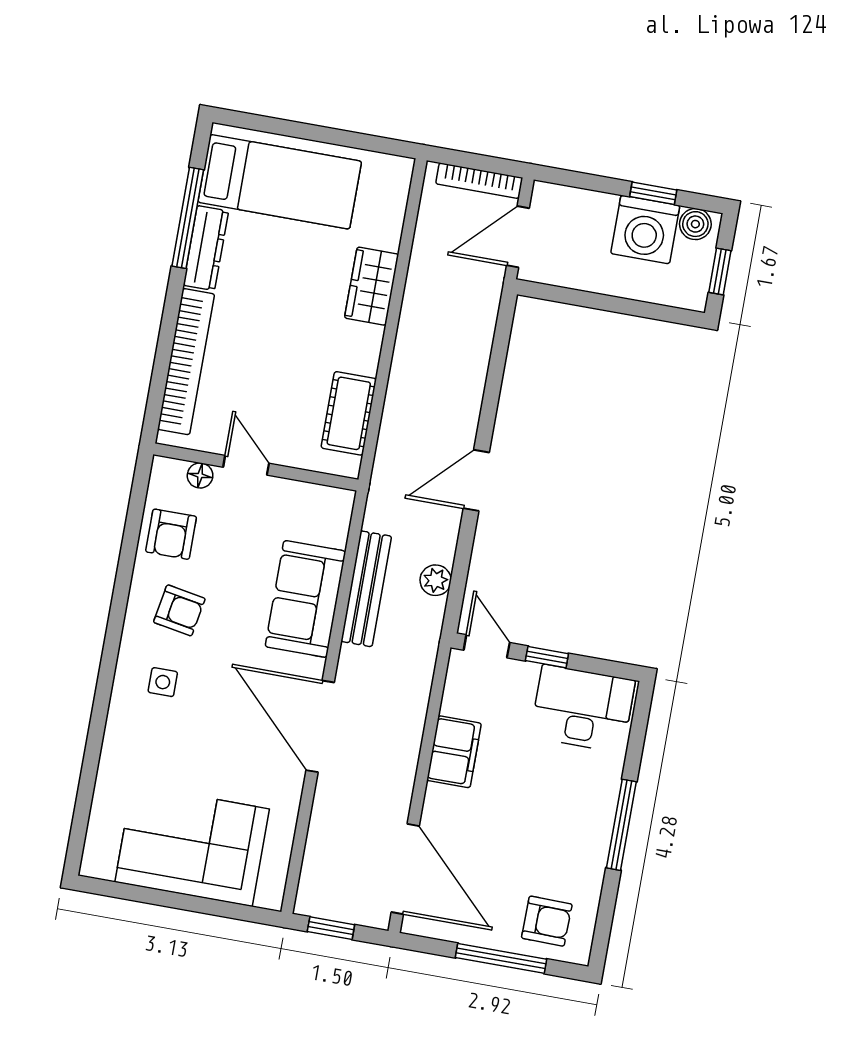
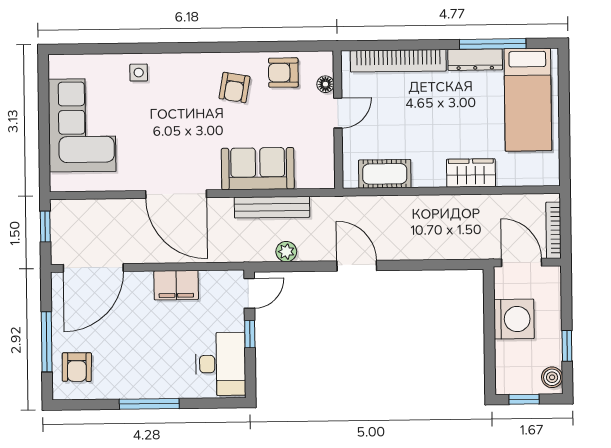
washing machine: (645, 230) -> (514, 319), moved, turned 180
side table: (163, 682) -> (139, 73), moved
door: (320, 726) -> (176, 194), swing flipped

